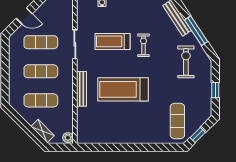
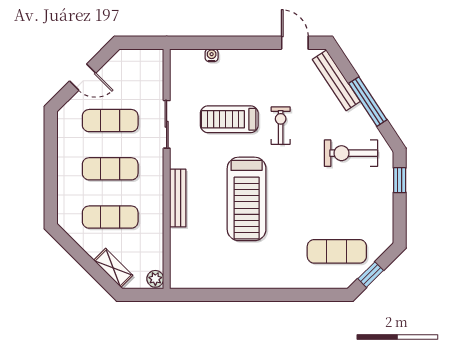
exercise bike: (186, 62) -> (351, 153), turned -90
treadmill: (123, 89) -> (247, 199), turned -90
window: (215, 90) -> (400, 180), moved
exercise mat: (177, 121) -> (337, 251), turned 90

